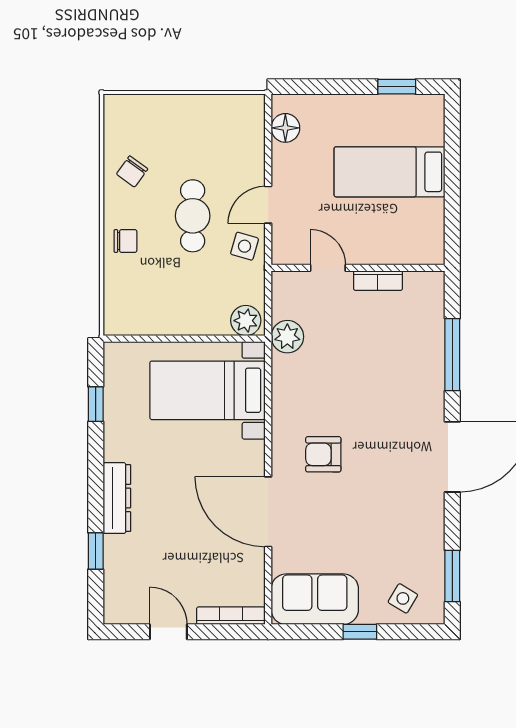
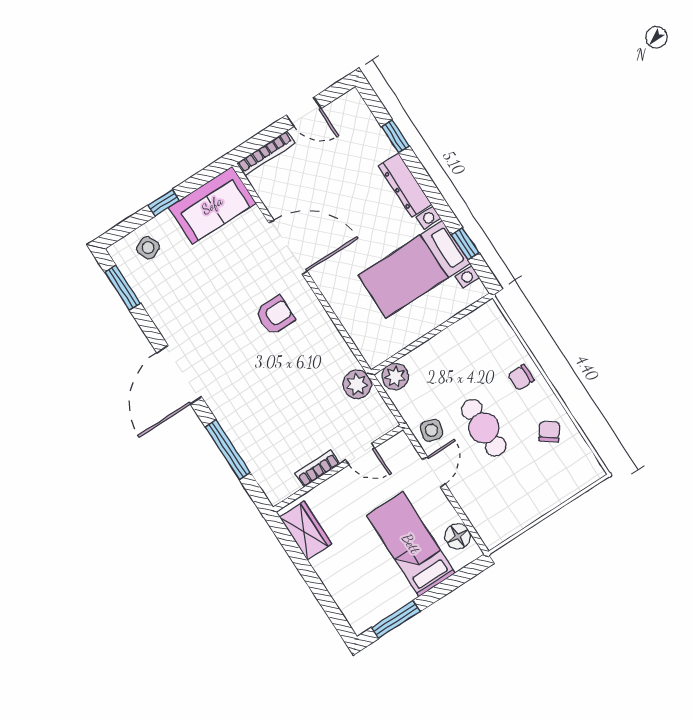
window: (397, 87) -> (396, 619), width x1.50
bed: (390, 172) -> (411, 544), moved, turned -90
wardrobe: (428, 228) -> (306, 530), added
bed with nightstands: (207, 390) -> (414, 269), moved, turned 180
side table: (403, 598) -> (148, 248), turned 35

